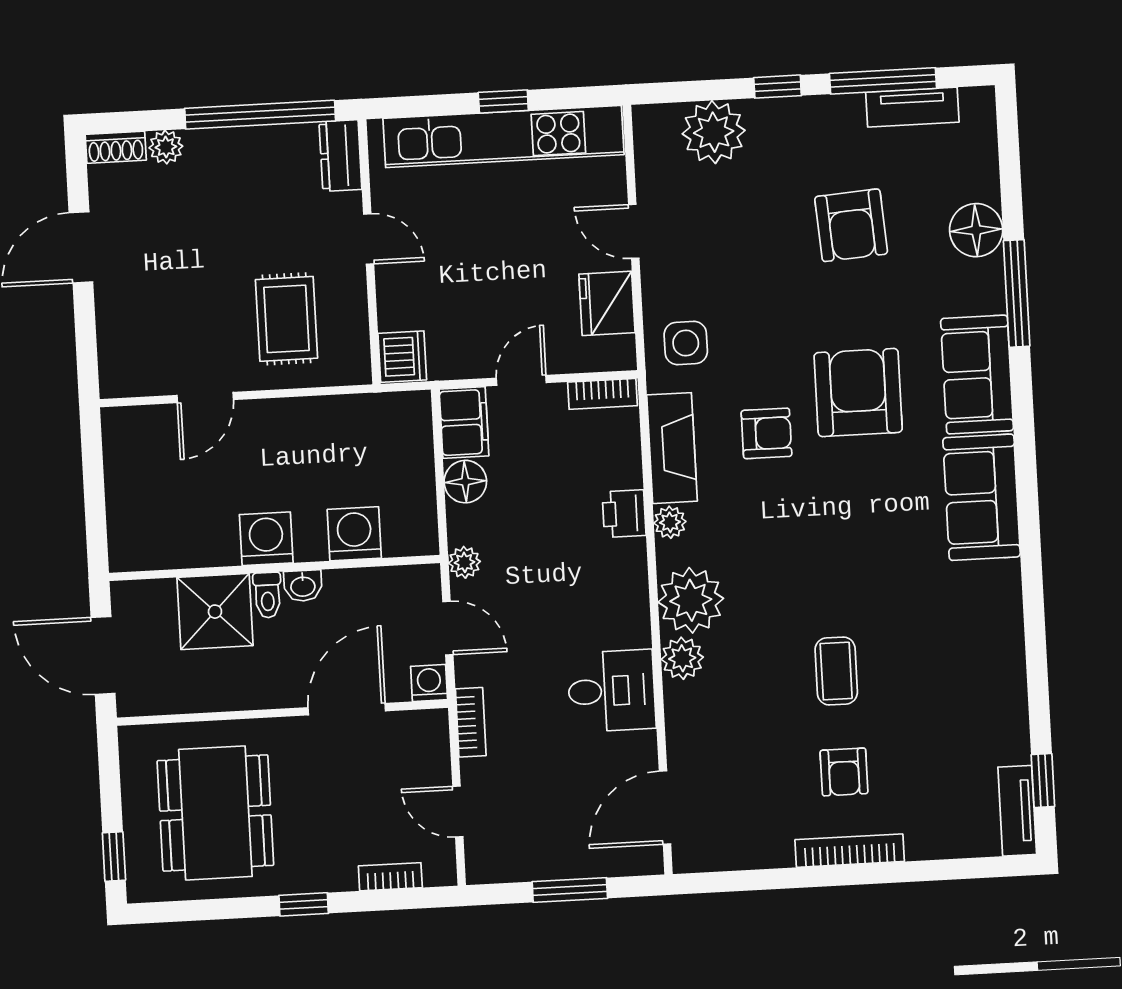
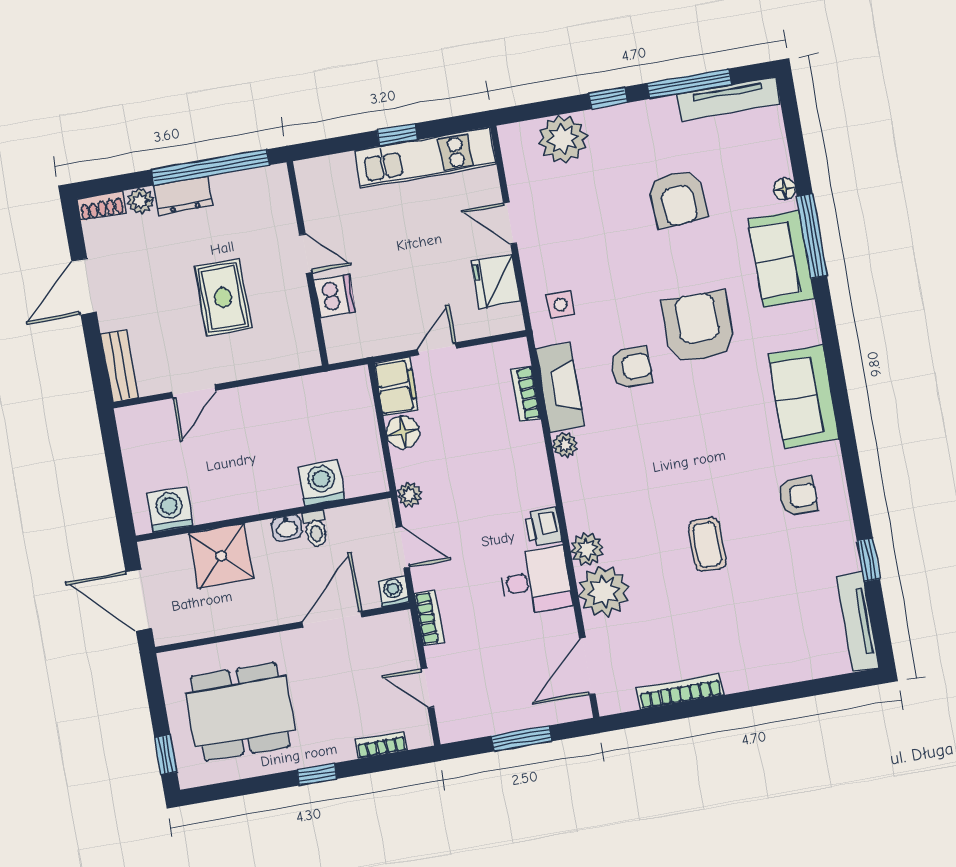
tv unit: (912, 107) -> (728, 99), width x1.41
kitchen unit: (504, 137) -> (425, 158), width x0.73
dresser: (340, 156) -> (183, 196), moved, turned -90
floor lamp: (976, 230) -> (784, 189), width x0.53, depth x0.53
rug: (286, 319) -> (223, 298), moved
side table: (686, 343) -> (561, 305), width x0.73, depth x0.73
bench: (114, 354) -> (119, 366), added
dishwasher: (402, 357) -> (335, 296), moved
sofa: (977, 375) -> (781, 259), moved
bookcase: (602, 394) -> (526, 394), moved, turned 90
printer: (624, 514) -> (543, 527), moved
washing machine: (266, 539) -> (170, 509), moved
toilet: (267, 595) -> (315, 529), moved
plant: (691, 600) -> (604, 591), moved
armchair: (844, 772) -> (798, 496), moved, turned -90
window: (1043, 781) -> (868, 560), moved
tv unit: (1017, 811) -> (858, 622), width x1.41
dining table: (215, 813) -> (240, 712), turned 90
bookcase: (850, 851) -> (680, 692), moved

